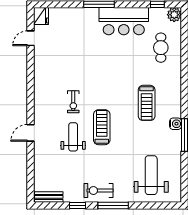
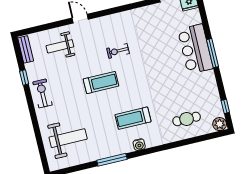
bar counter: (124, 21) -> (195, 49), moved
water cooler: (176, 124) -> (139, 145), moved
weight bench: (73, 137) -> (60, 46), moved, turned 180
window: (113, 205) -> (32, 110), removed

